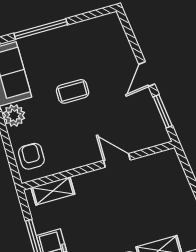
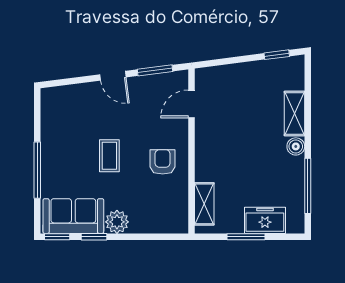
armchair: (31, 156) -> (163, 162), moved, turned 90
door: (117, 160) -> (191, 104), moved

